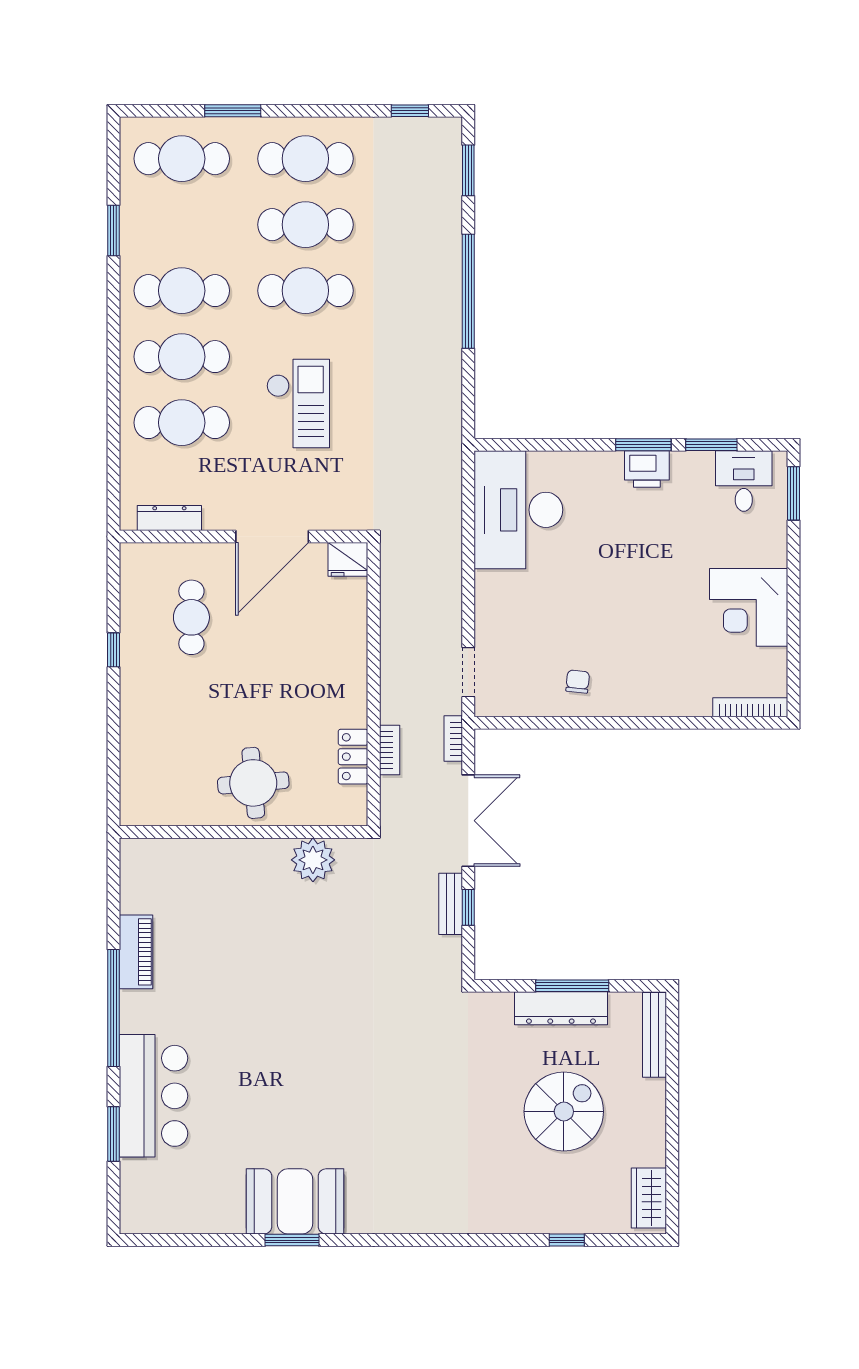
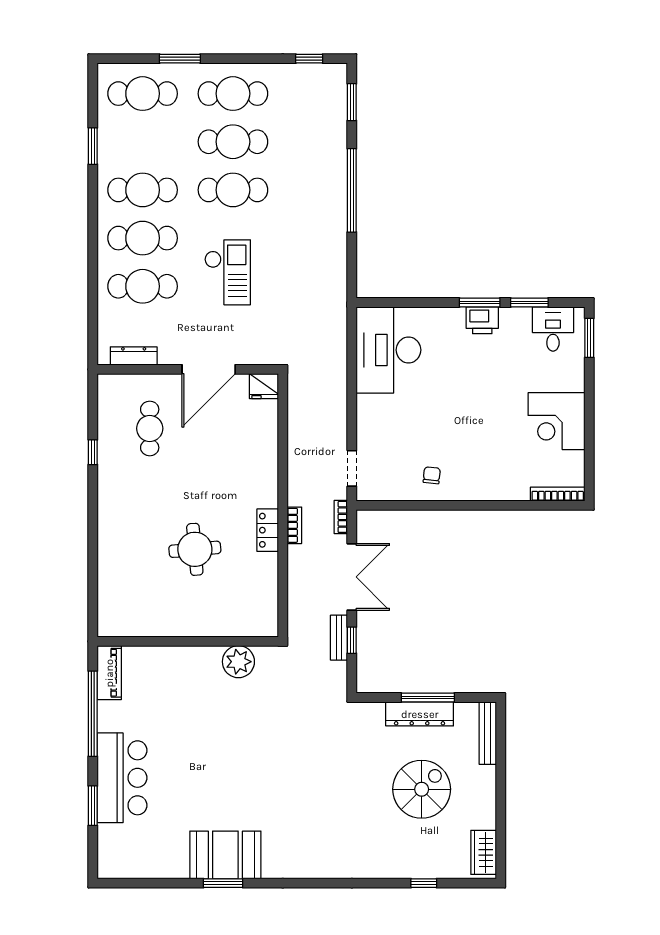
wall: (244, 832) -> (188, 641), moved
plant: (313, 860) -> (238, 662), moved

